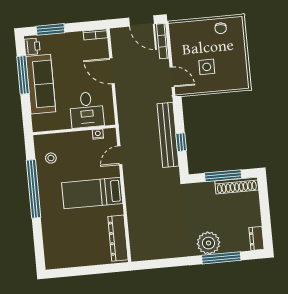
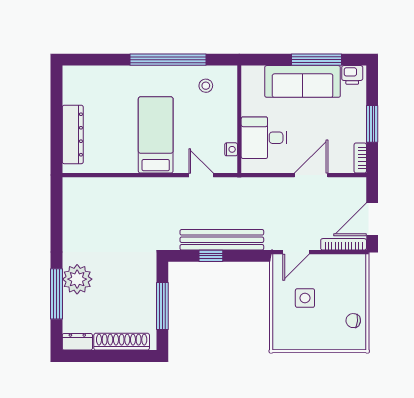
window: (50, 29) -> (372, 124), moved
shoe rack: (237, 186) -> (122, 342), moved, turned 90
dresser: (118, 238) -> (73, 134), moved, turned 90

